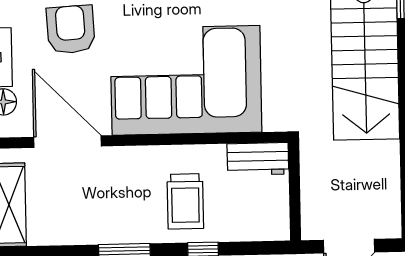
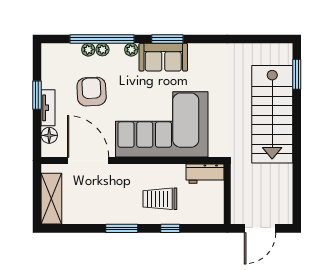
trolley: (185, 201) -> (160, 199), turned 90

